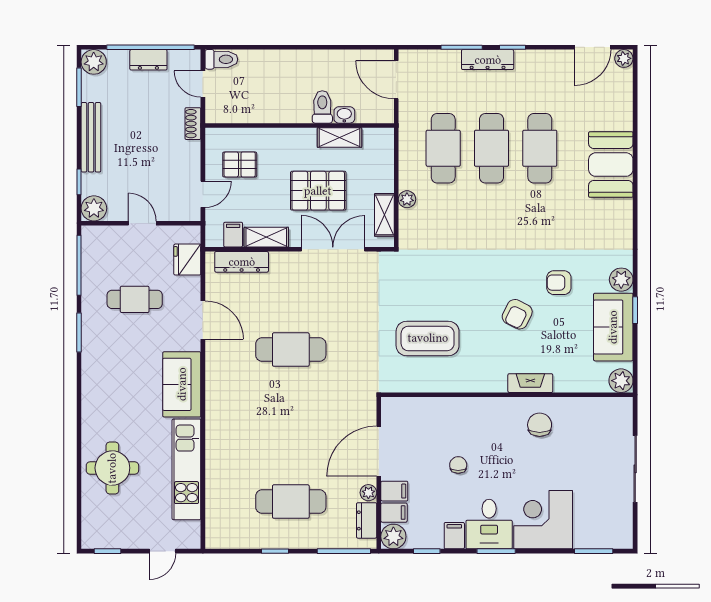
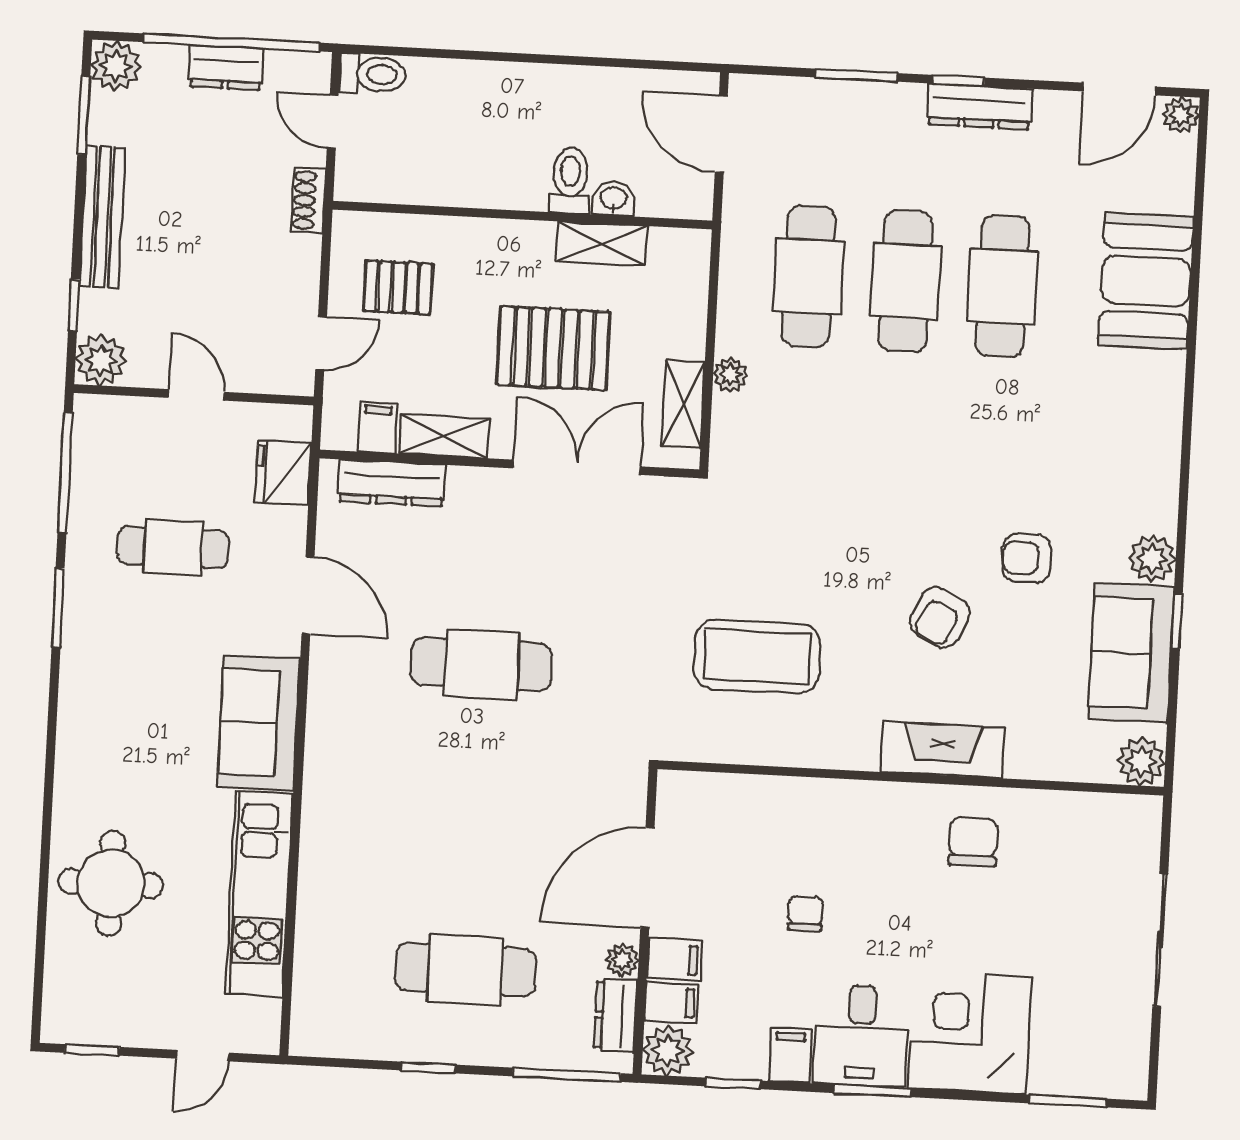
dresser: (488, 60) -> (980, 107), moved
booth: (611, 165) -> (1146, 281), moved
fireplace: (530, 383) -> (943, 750), width x1.37, depth x1.32

